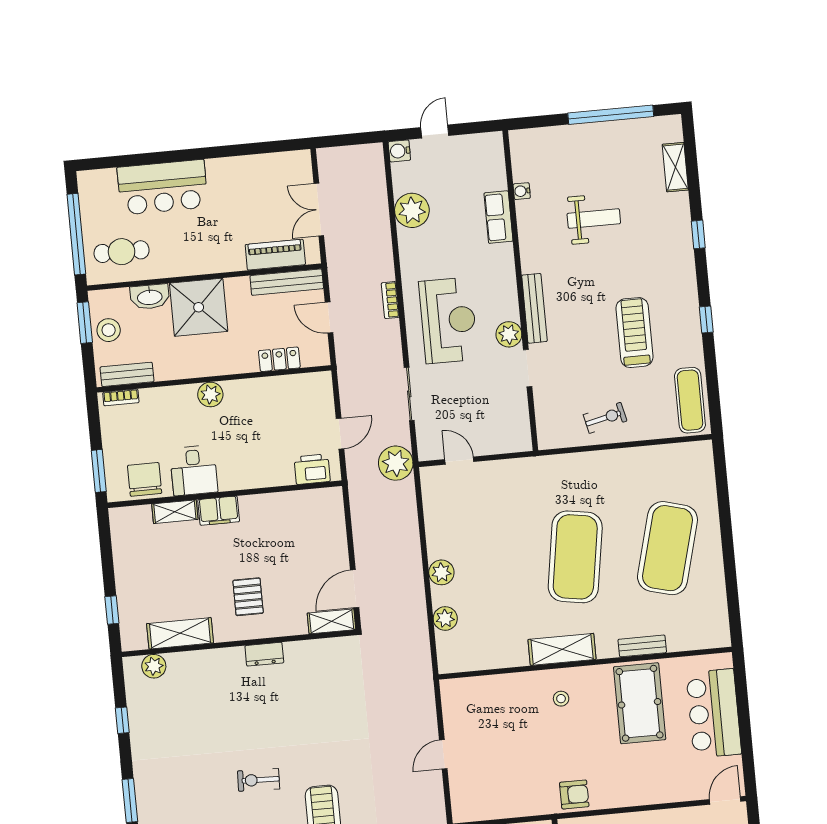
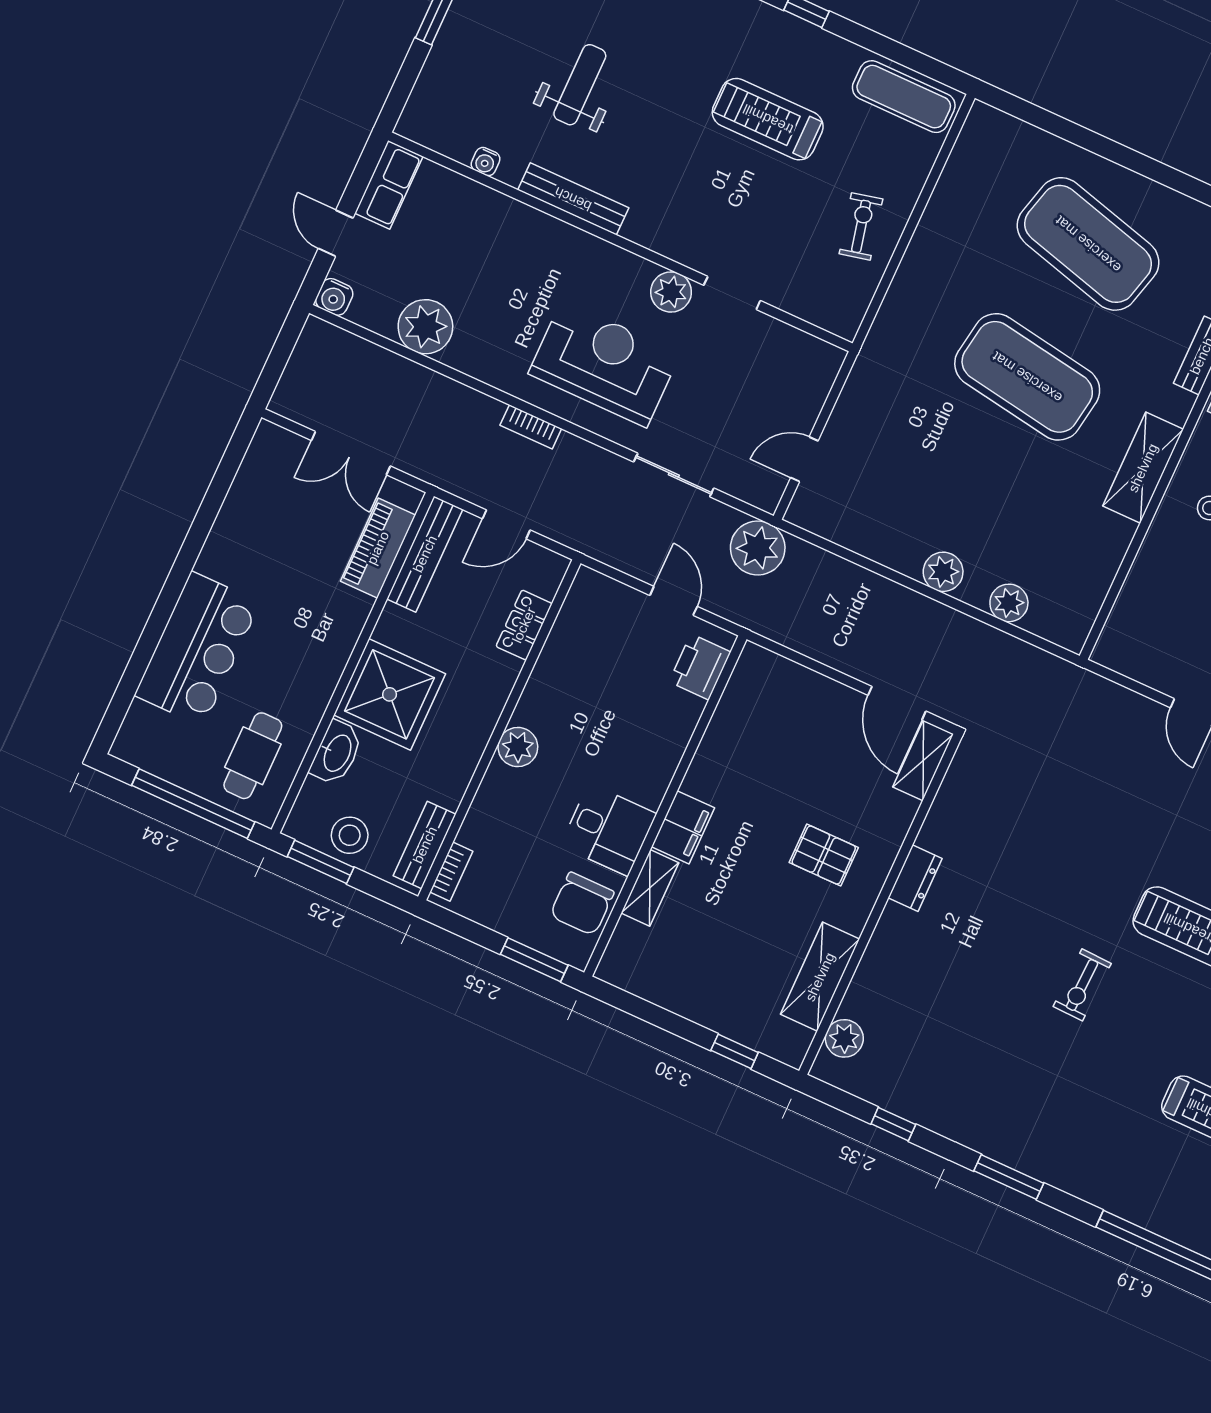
row of seats: (498, 217) -> (389, 185), moved, turned -90
bench: (534, 308) -> (573, 199), moved
chair: (145, 479) -> (582, 904), turned -90

